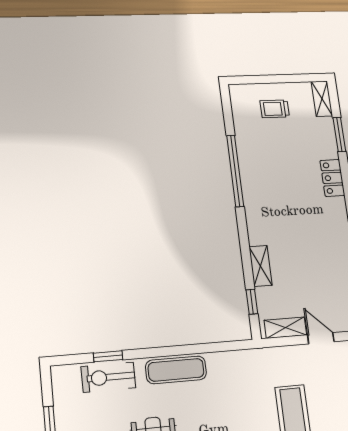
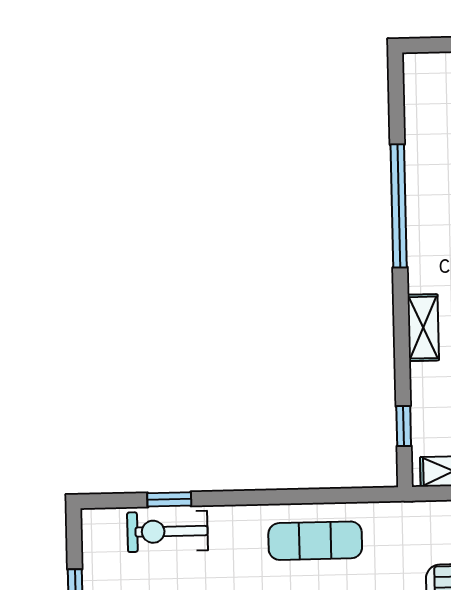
shelving: (261, 266) -> (423, 328), moved
exercise mat: (176, 370) -> (315, 541), moved

